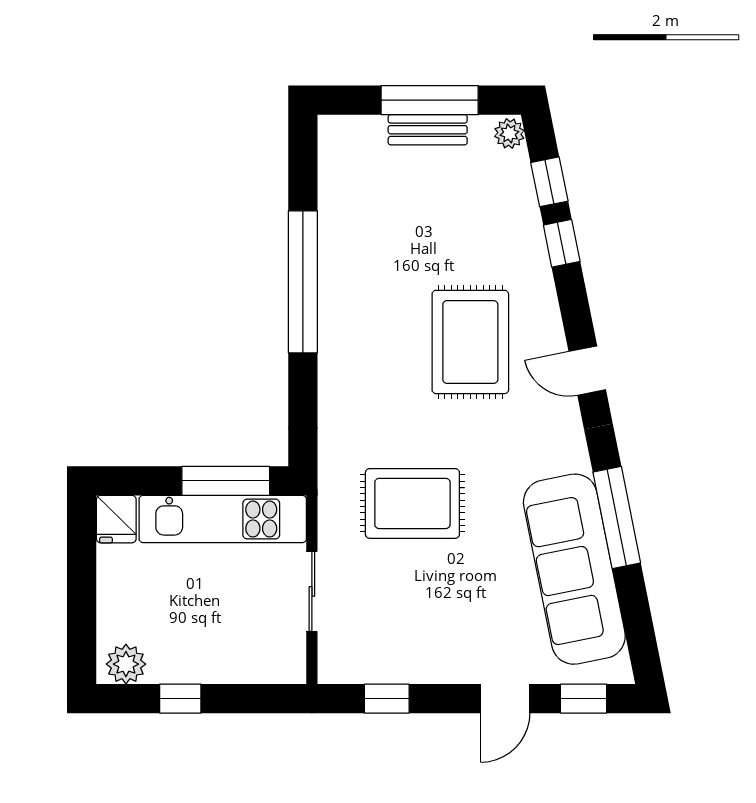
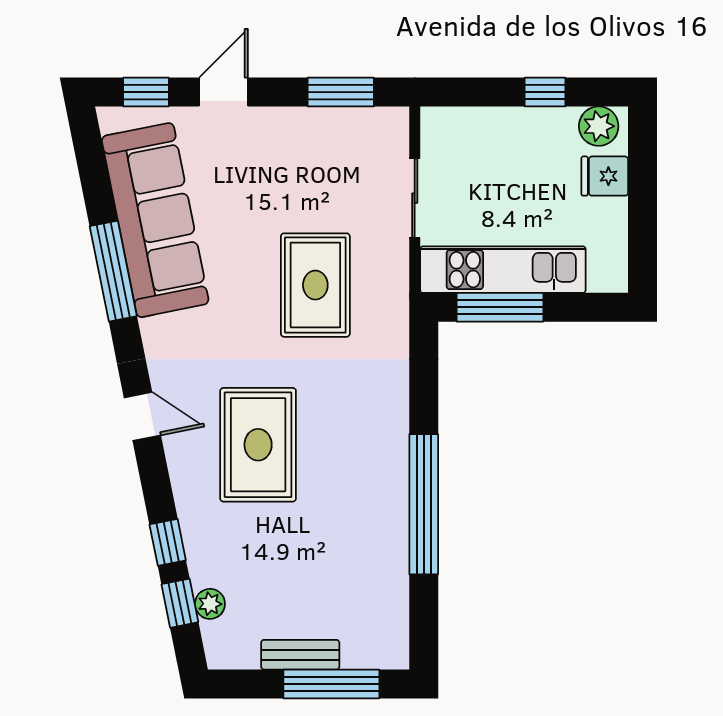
window: (430, 100) -> (331, 684), moved
plant: (509, 133) -> (210, 604), moved
rug: (412, 503) -> (315, 285), turned 90
fridge: (116, 519) -> (605, 176), moved, turned -90
window: (387, 699) -> (341, 92), width x1.50

